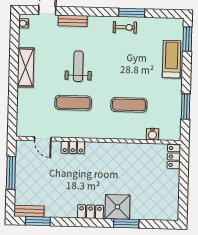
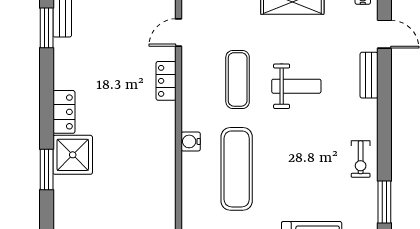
window: (132, 13) -> (384, 202), moved
exercise mat: (129, 105) -> (237, 169), width x1.36, depth x1.45
water cooler: (152, 134) -> (191, 141), moved

